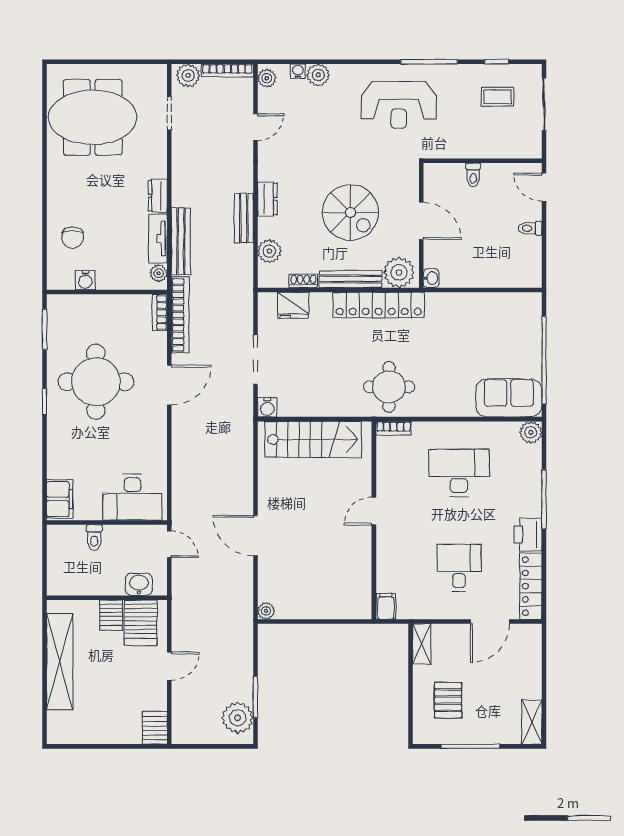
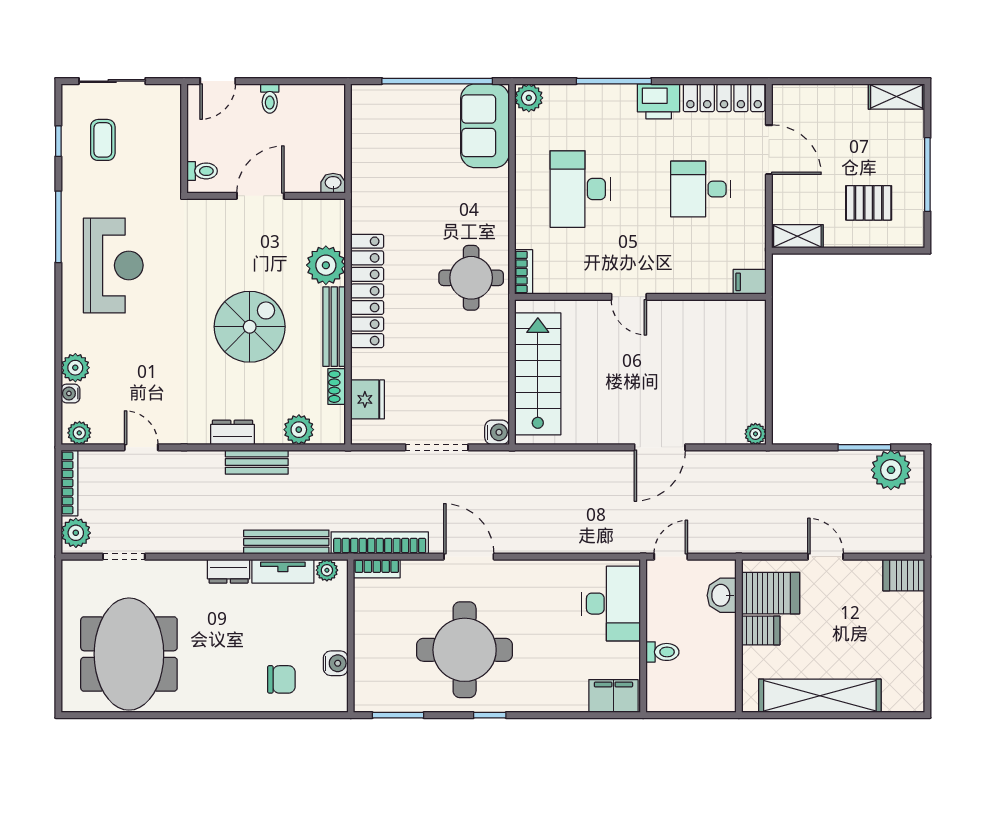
door: (421, 221) -> (260, 196), moved
wall: (421, 225) -> (266, 196), moved
washbasin: (431, 278) -> (333, 183), moved

